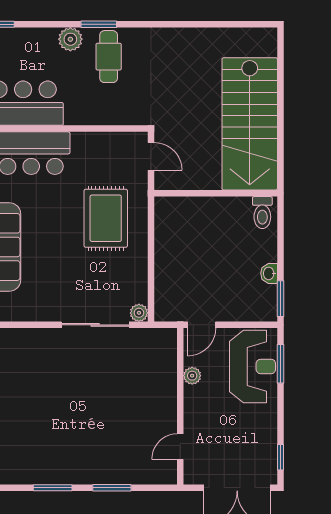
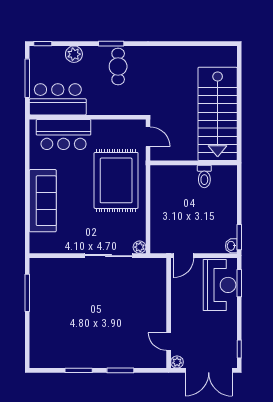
plant: (70, 39) -> (74, 54), moved
toilet: (262, 213) -> (204, 176), moved
rug: (106, 218) -> (116, 180), width x1.37, depth x1.44
washbasin: (269, 273) -> (231, 246), moved
plant: (192, 376) -> (177, 362), moved
door: (180, 447) -> (169, 341), hinge flipped

